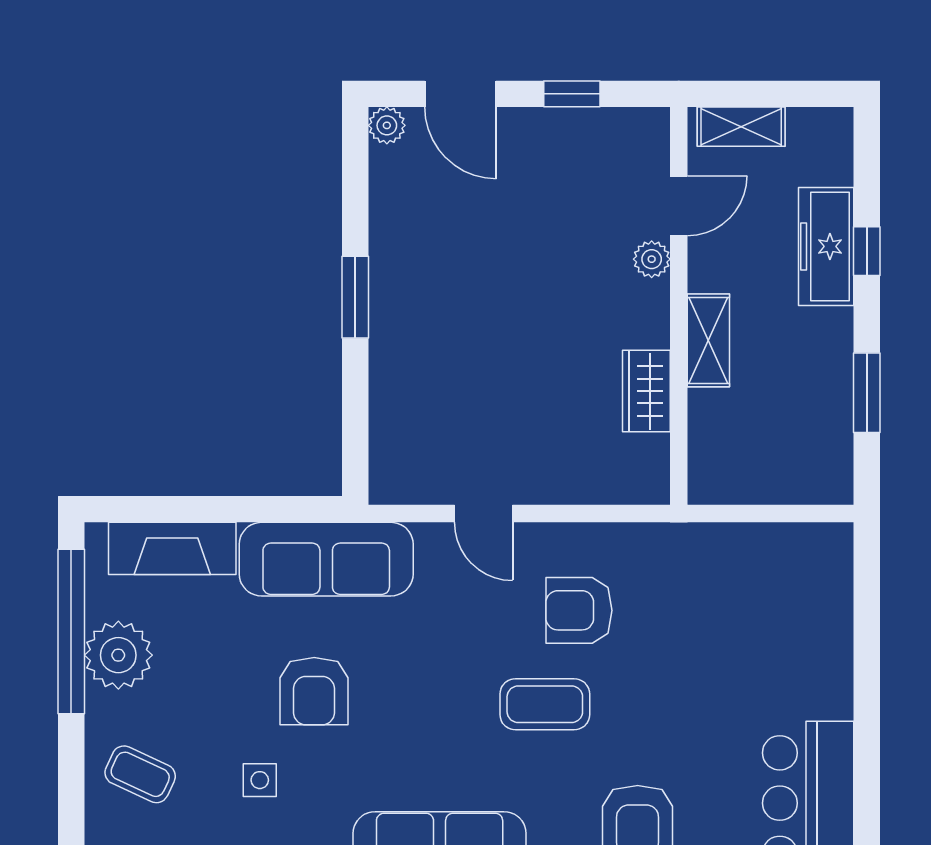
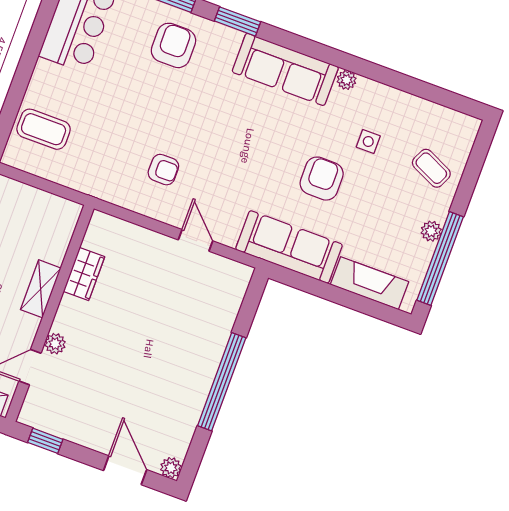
window: (572, 94) -> (45, 441), moved
window: (355, 297) -> (222, 382), width x2.11
armchair: (579, 610) -> (163, 170), width x0.72, depth x0.72
plant: (118, 655) -> (431, 231), width x0.53, depth x0.53
coffee table: (545, 704) -> (44, 129), moved

